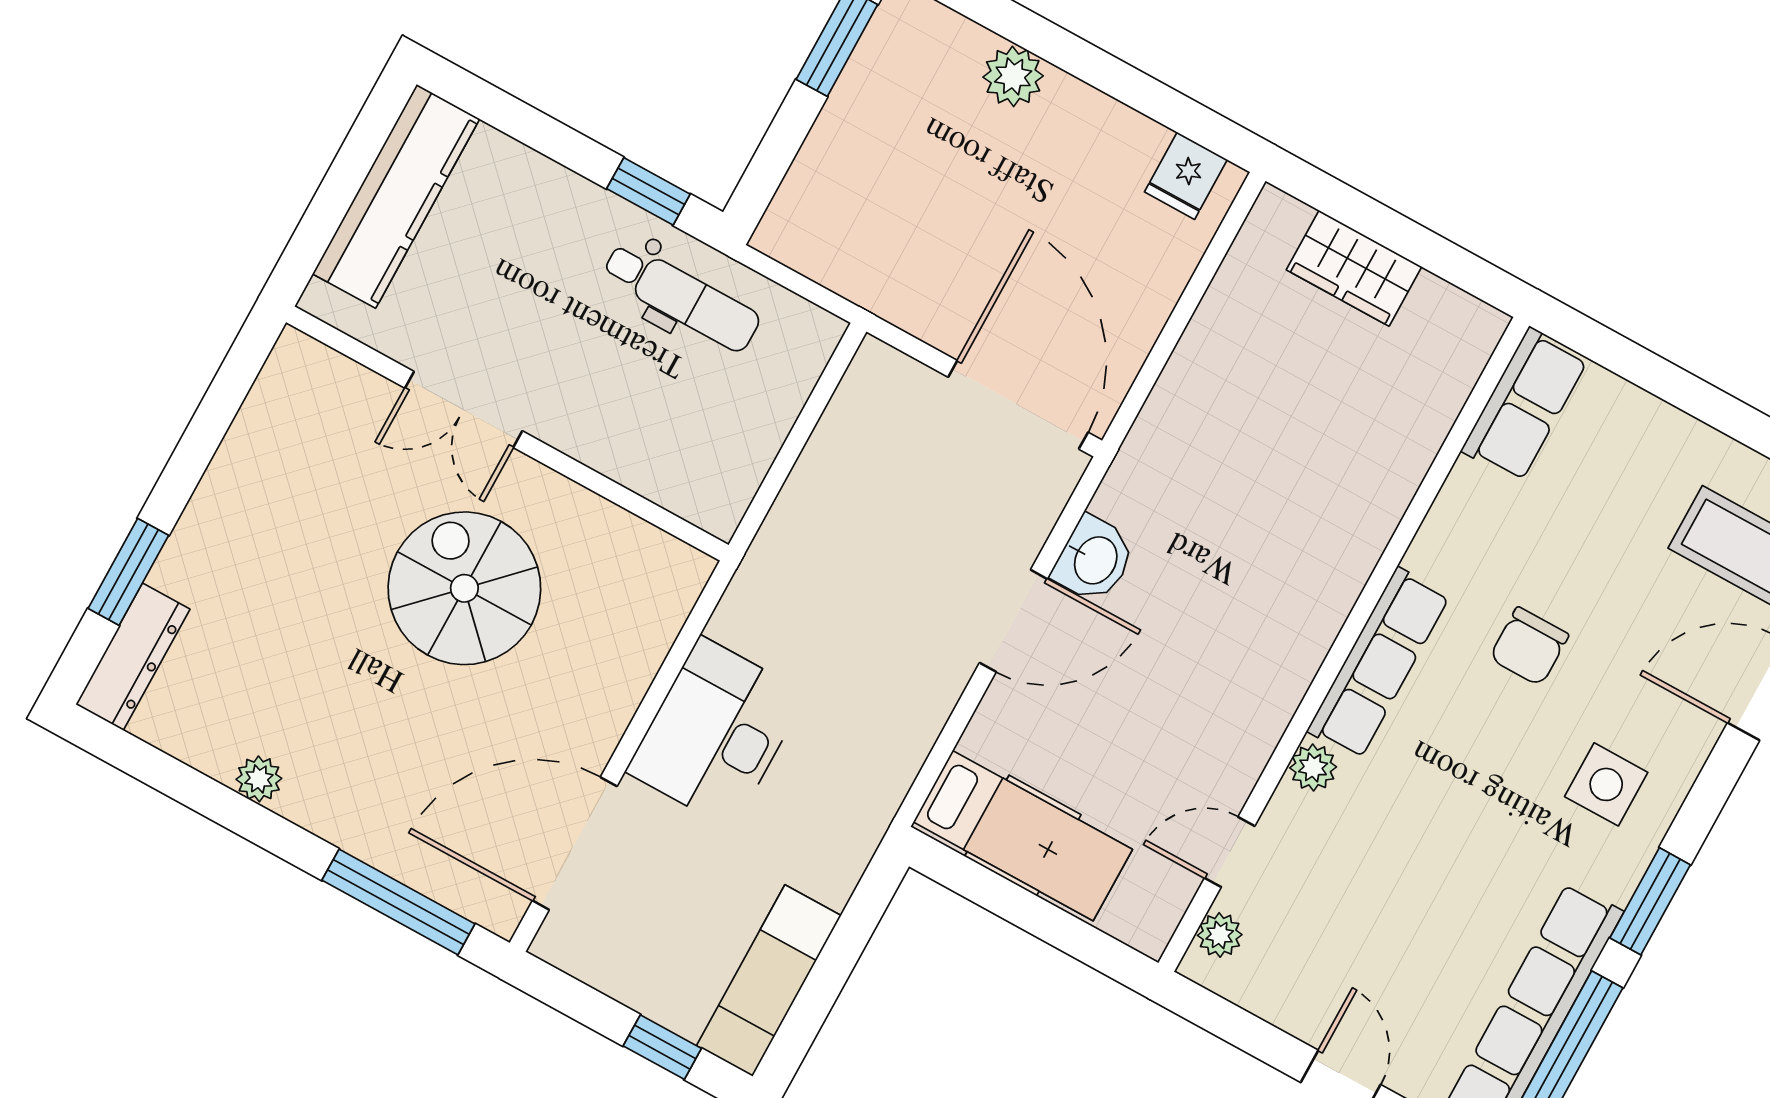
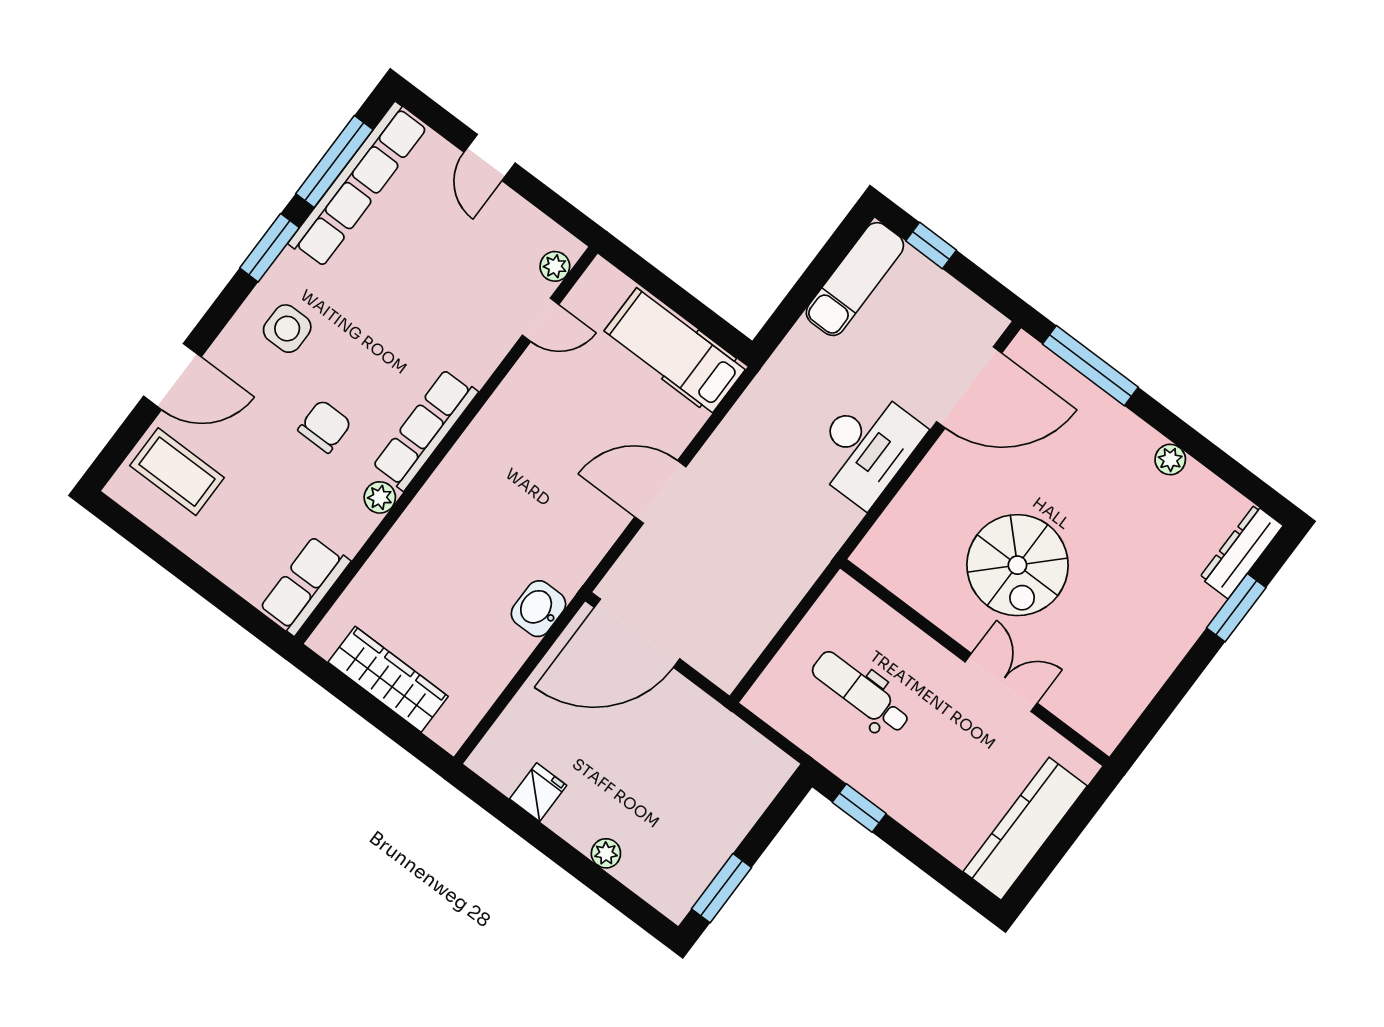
plant: (1013, 76) -> (606, 853), width x0.73, depth x0.73
fridge: (1186, 176) -> (538, 792), moved
wardrobe: (1354, 268) -> (388, 679), width x1.50
dental chair: (681, 297) -> (861, 692), moved
door: (1018, 405) -> (637, 633), hinge flipped
washbasin: (1094, 559) -> (538, 609), moved
plant: (1313, 767) -> (380, 497), moved

